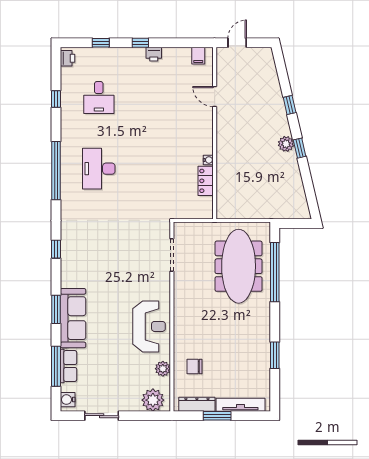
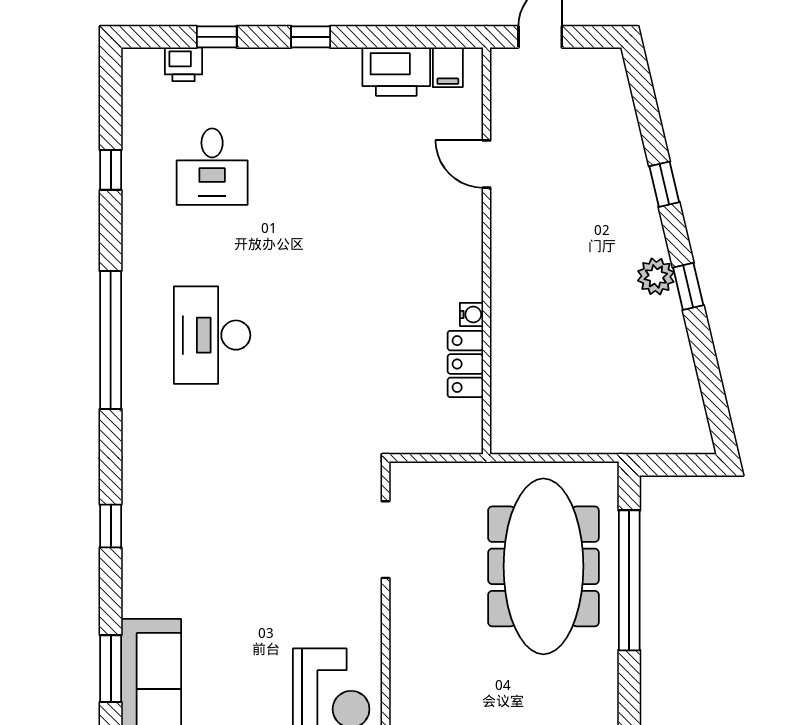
printer: (154, 54) -> (396, 72), moved, width x1.87, depth x1.48
printer: (68, 58) -> (183, 64), moved, turned 90

